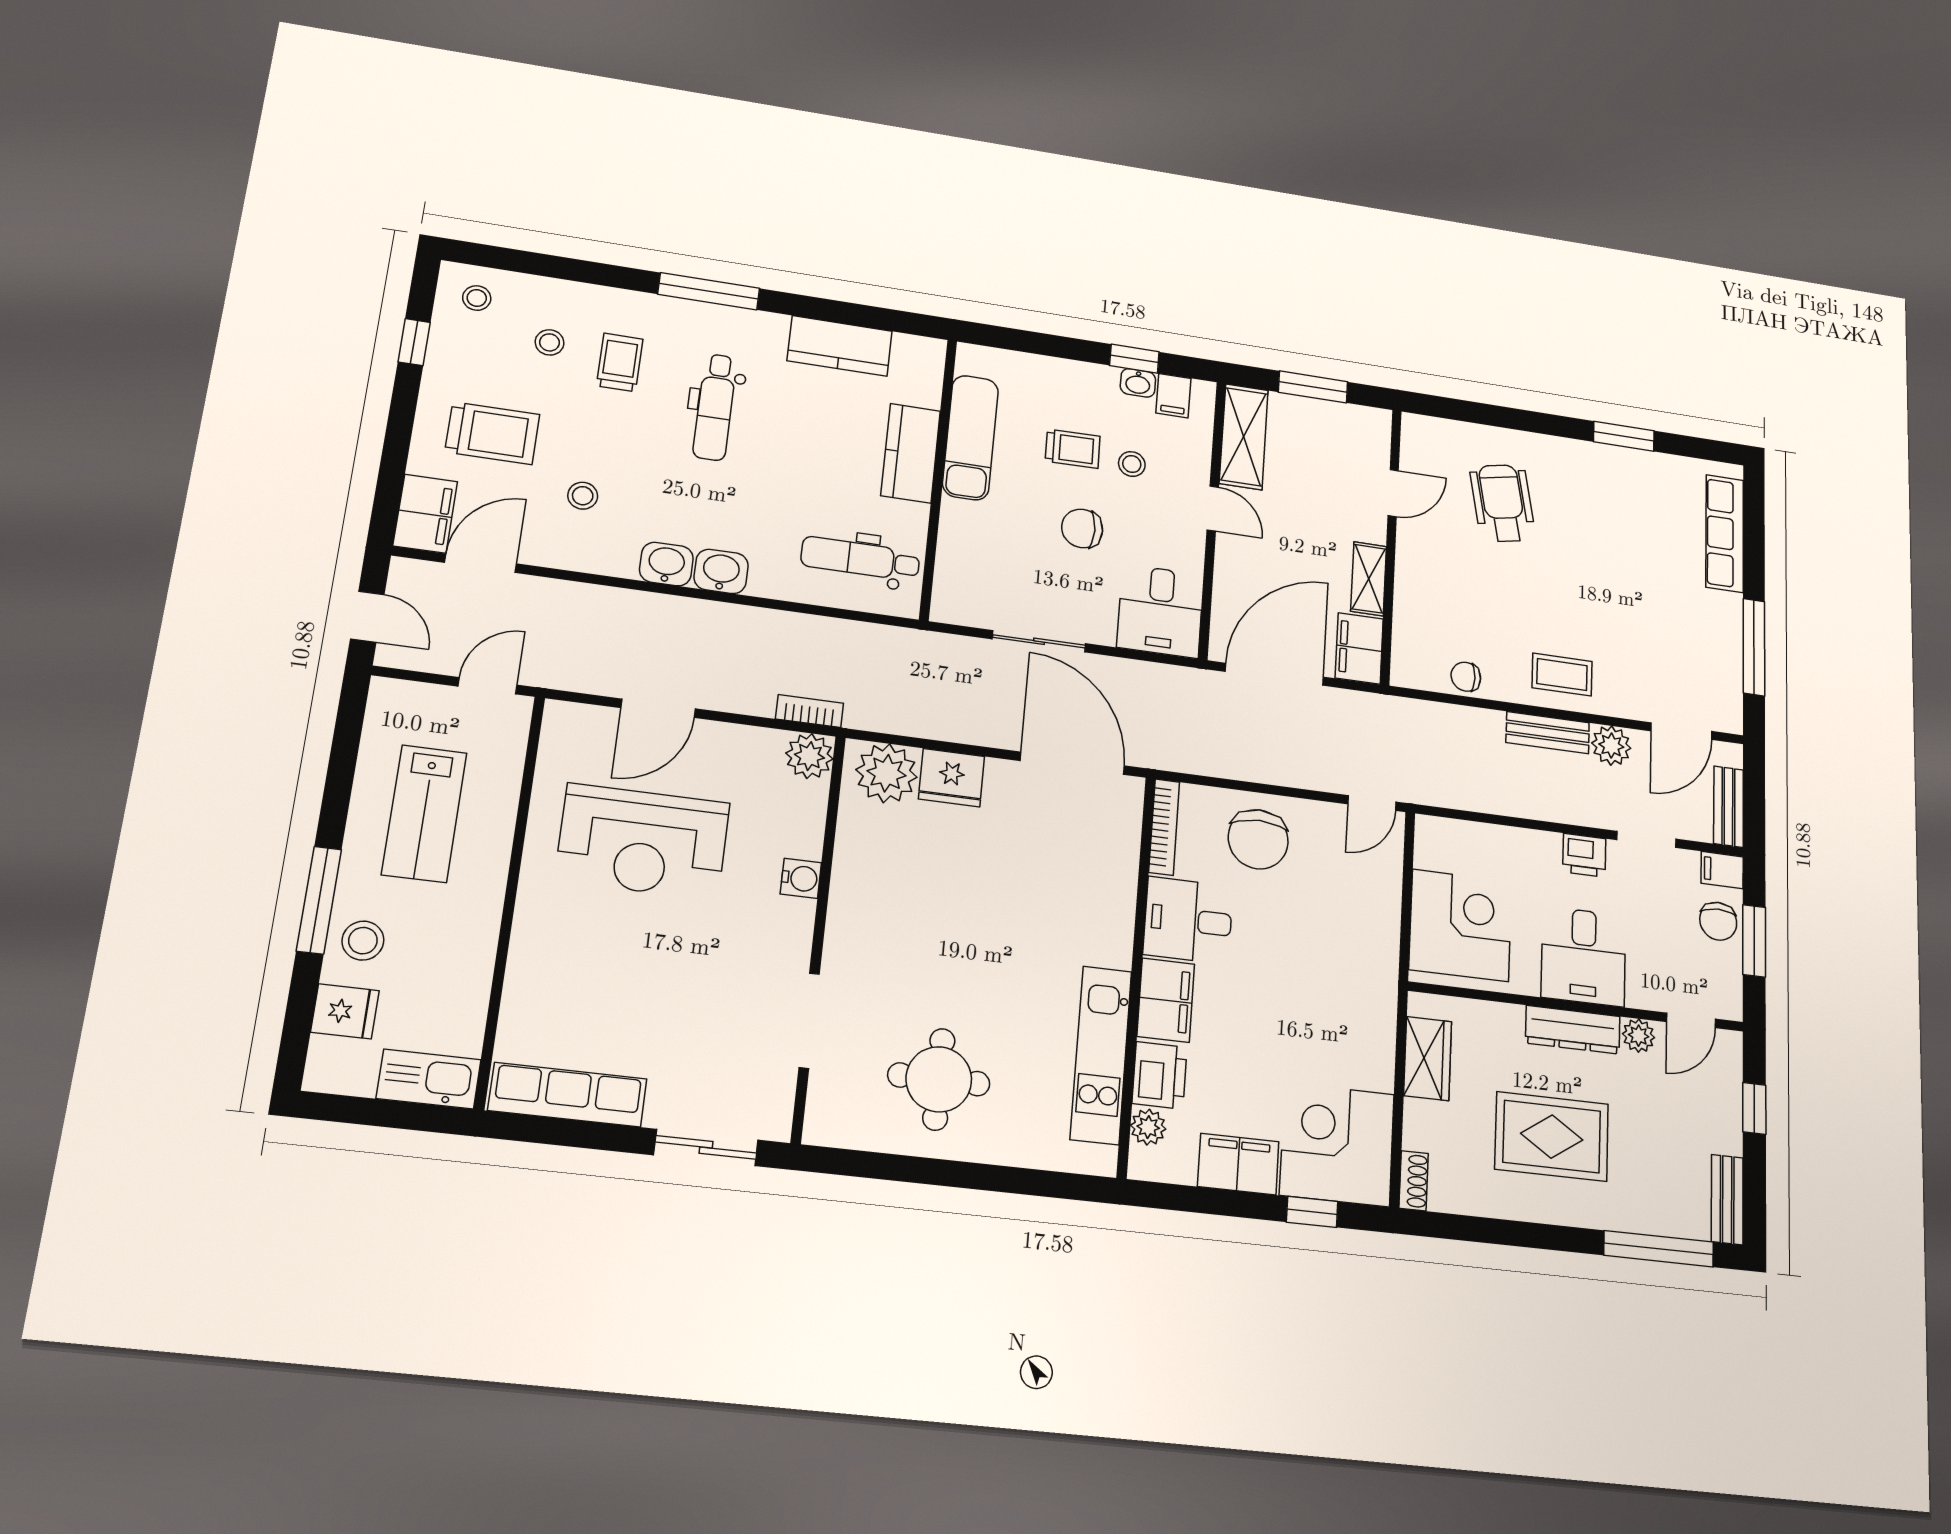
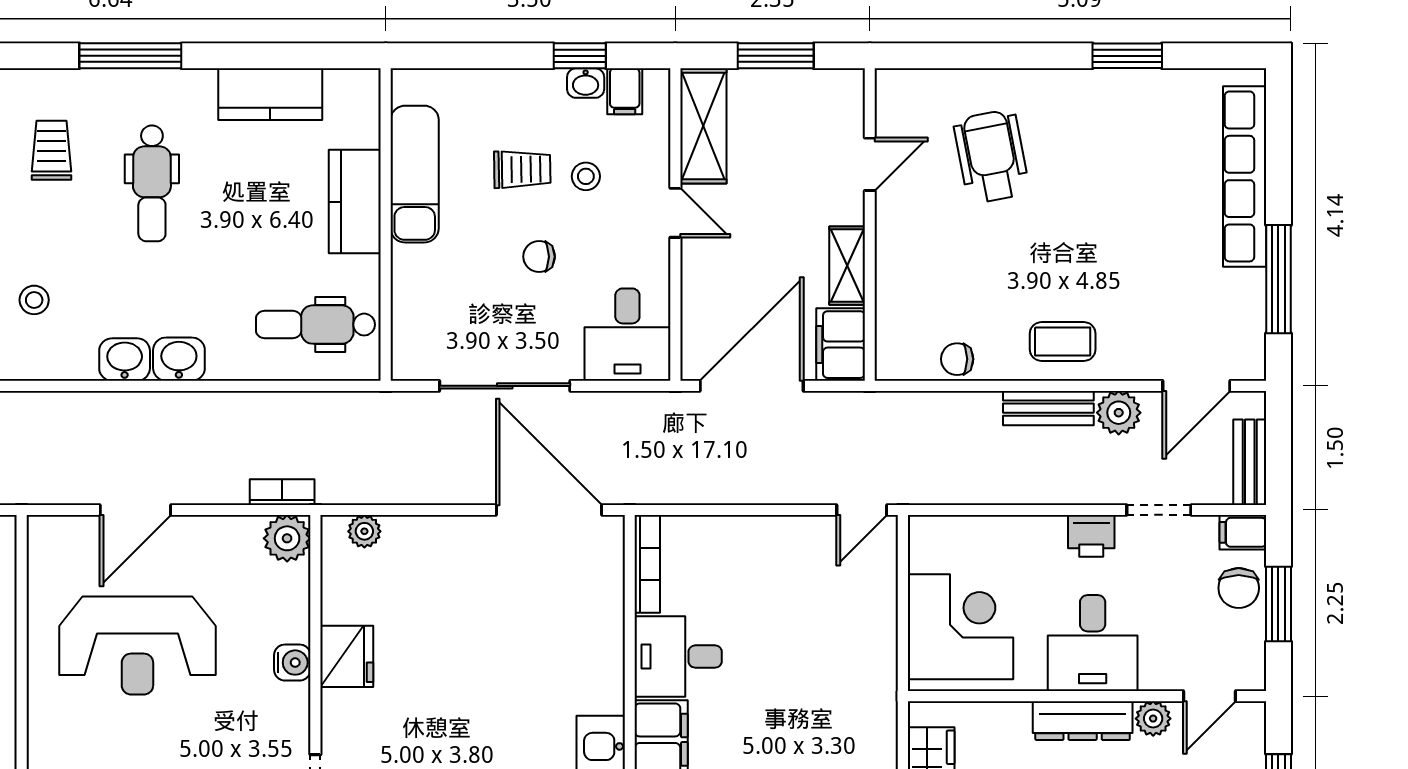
chair: (1082, 528) -> (539, 257), width x0.73, depth x0.73
row of seats: (1725, 533) -> (1245, 176), width x1.36
sliding door: (1039, 641) -> (505, 386), width x1.37
plant: (887, 773) -> (364, 531), width x0.53, depth x0.53
fridge: (951, 778) -> (347, 656), moved, turned -90
chair: (1258, 839) -> (745, 564), removed

